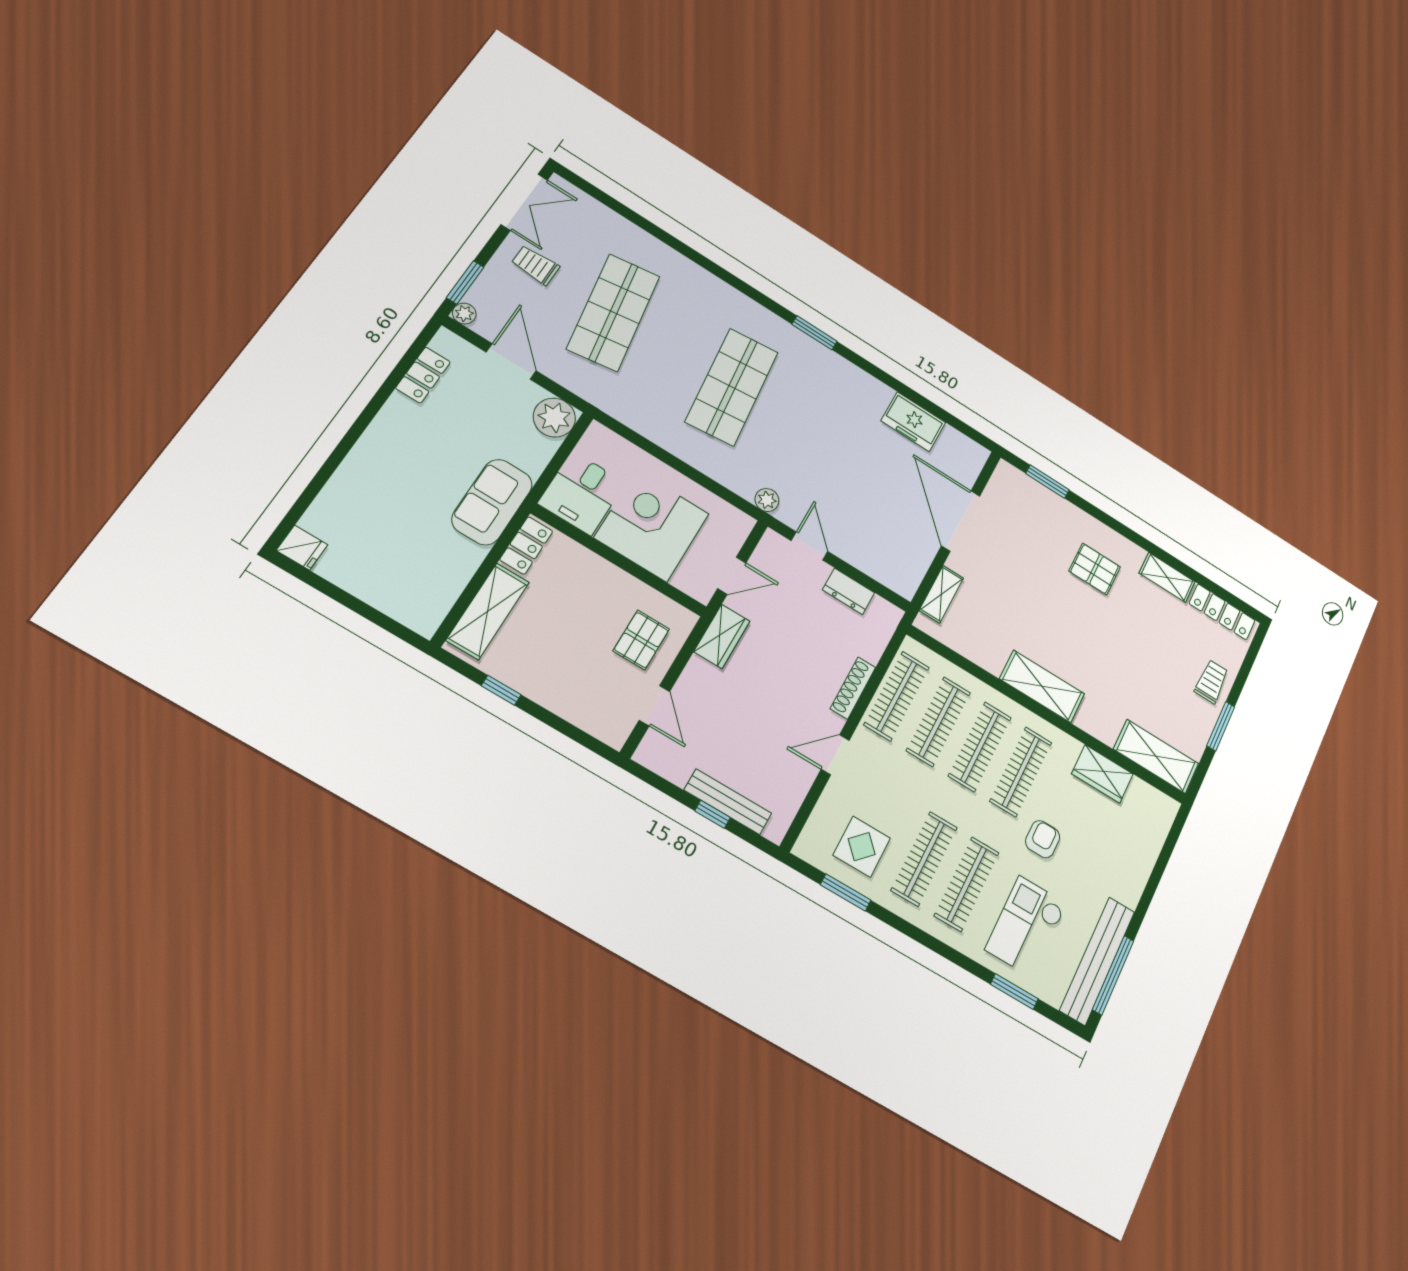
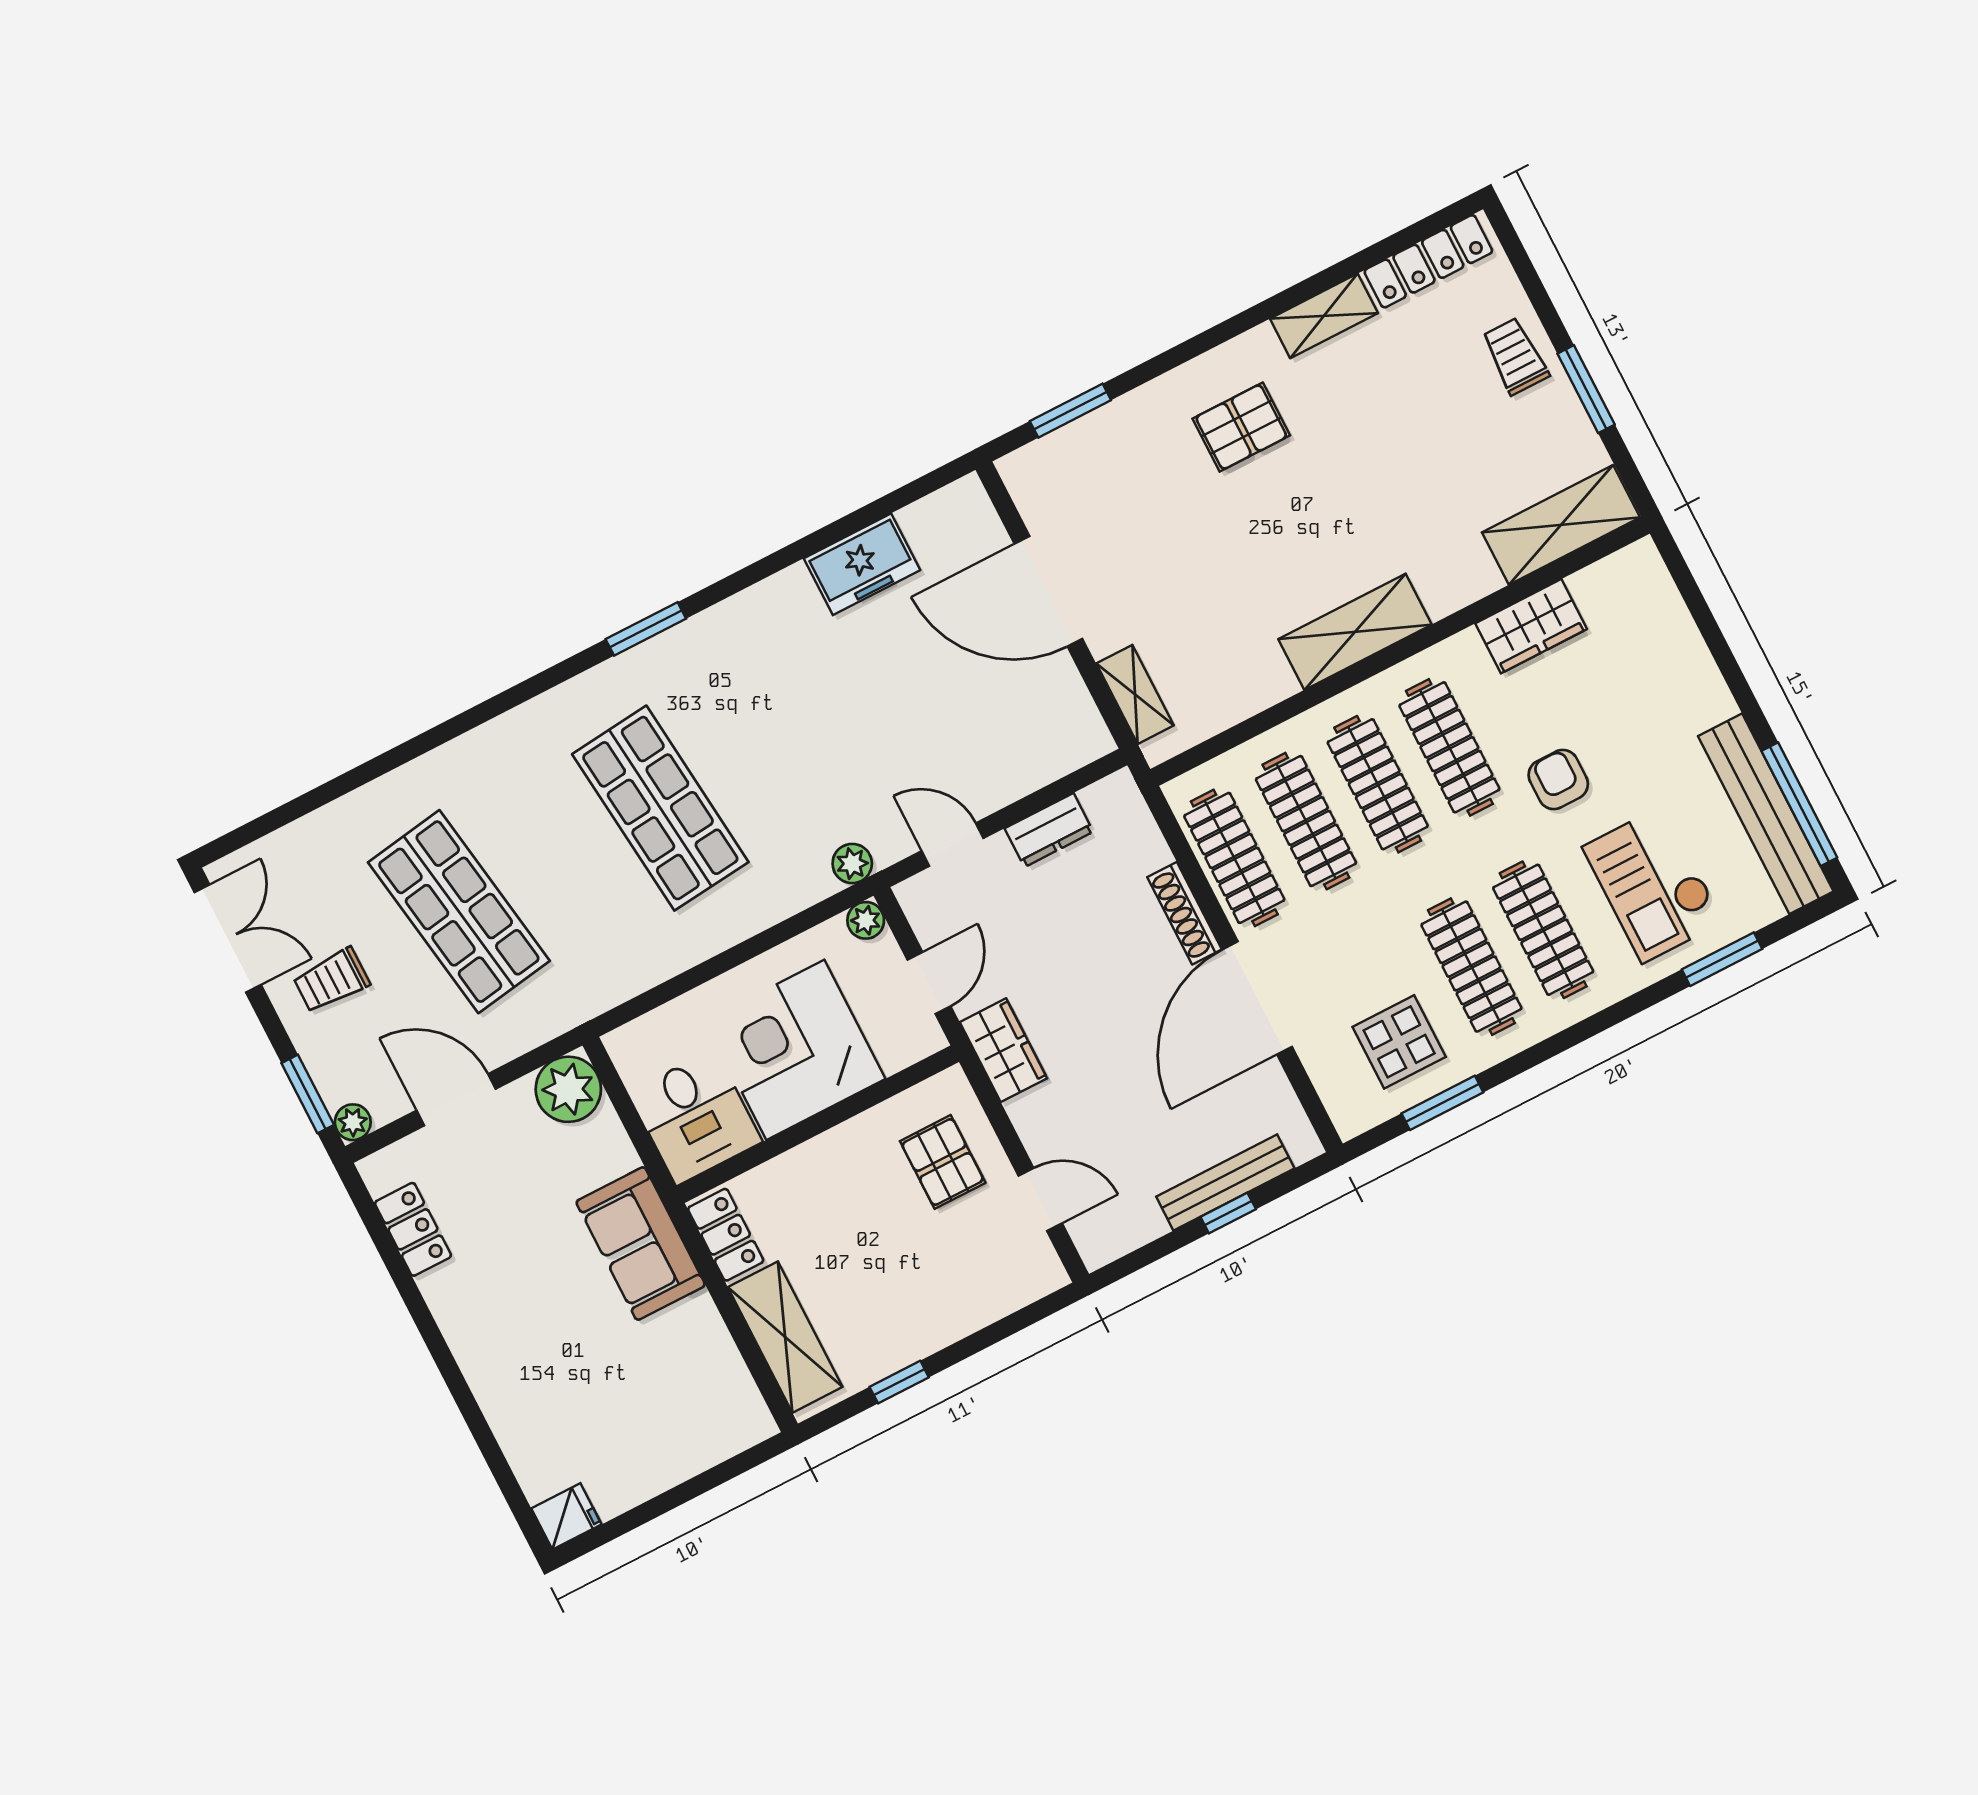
plant: (743, 524) -> (866, 920), added
door: (835, 755) -> (1257, 998), width x1.88

